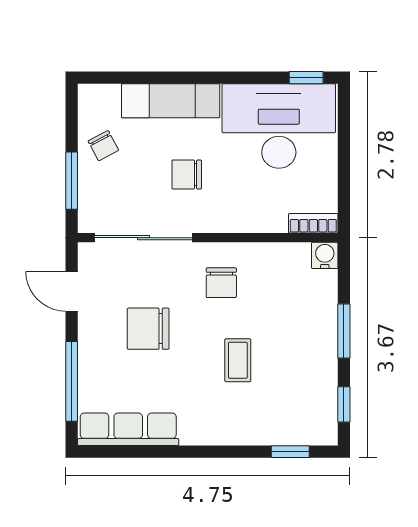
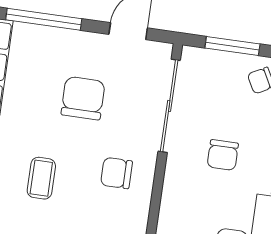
chair: (187, 175) -> (223, 155), turned 180
coffee table: (238, 360) -> (41, 178), turned 90

